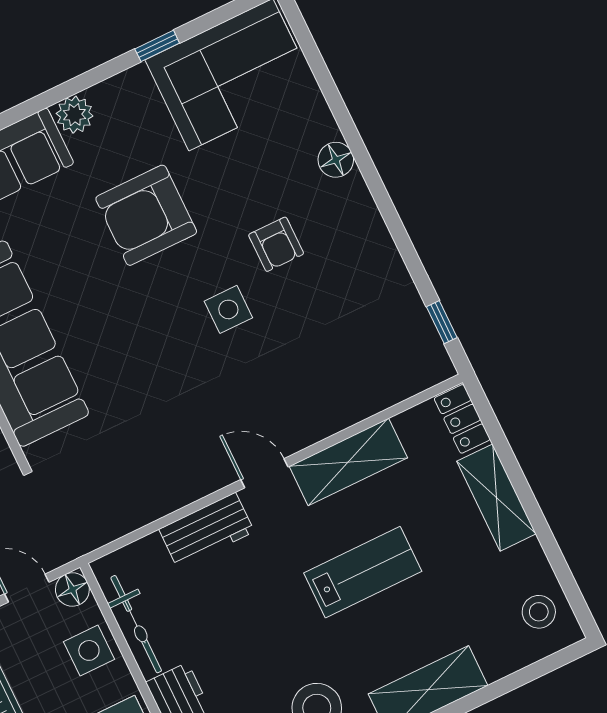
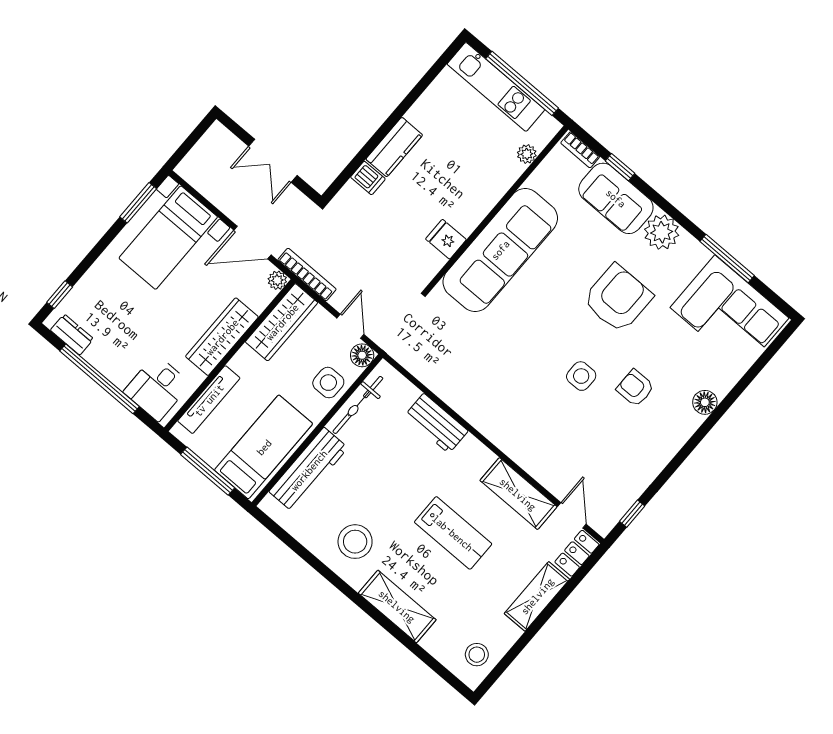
window: (157, 46) -> (727, 259), width x2.17
plant: (75, 115) -> (662, 232), width x1.36, depth x1.36
armchair: (146, 215) -> (618, 298), turned 90
armchair: (276, 244) -> (635, 388), turned 90
door: (264, 473) -> (572, 515), moved

